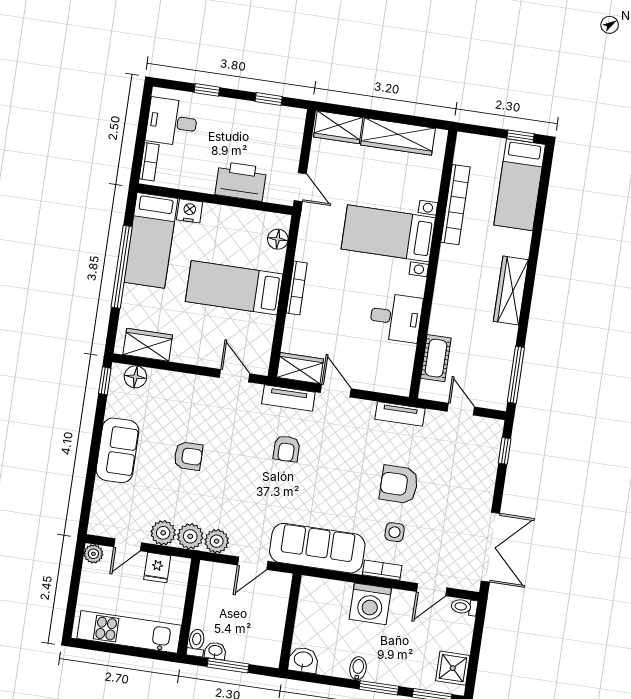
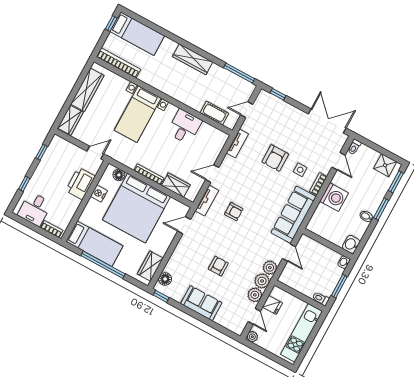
bookcase: (455, 205) -> (118, 63), moved
nightstand: (190, 211) -> (99, 194), moved
bed: (234, 288) -> (136, 208), width x2.04
wardrobe: (300, 368) -> (176, 185), moved, turned 90
washbasin: (215, 651) -> (344, 262), moved

